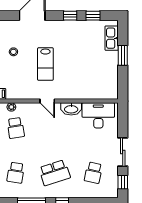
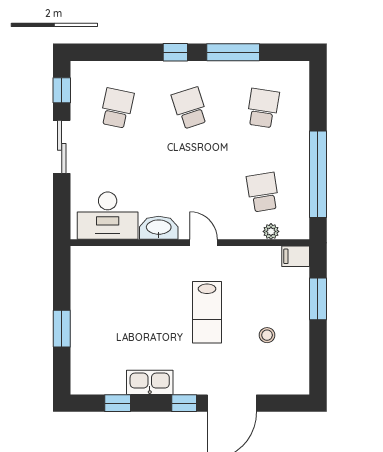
window: (70, 16) -> (184, 403), moved
kitchen sink: (112, 38) -> (150, 382), moved, turned -90
lab bench: (45, 64) -> (207, 312), turned 180
school desk: (55, 173) -> (190, 108), width x0.54

